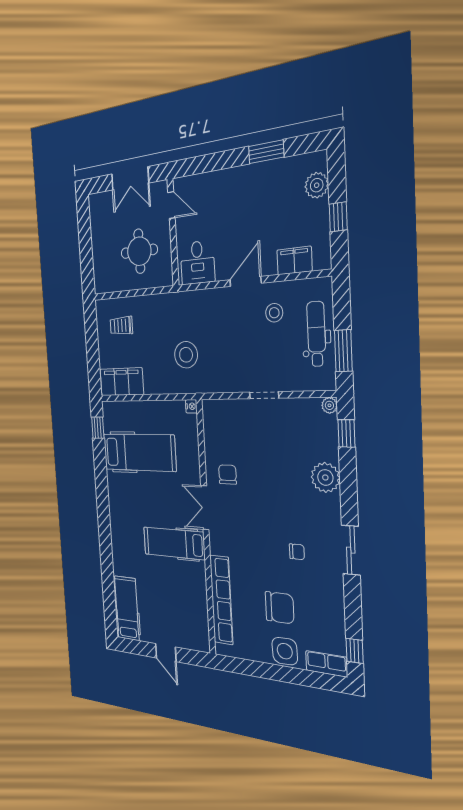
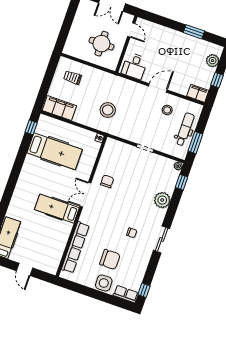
filing cabinet: (294, 261) -> (198, 93), moved

